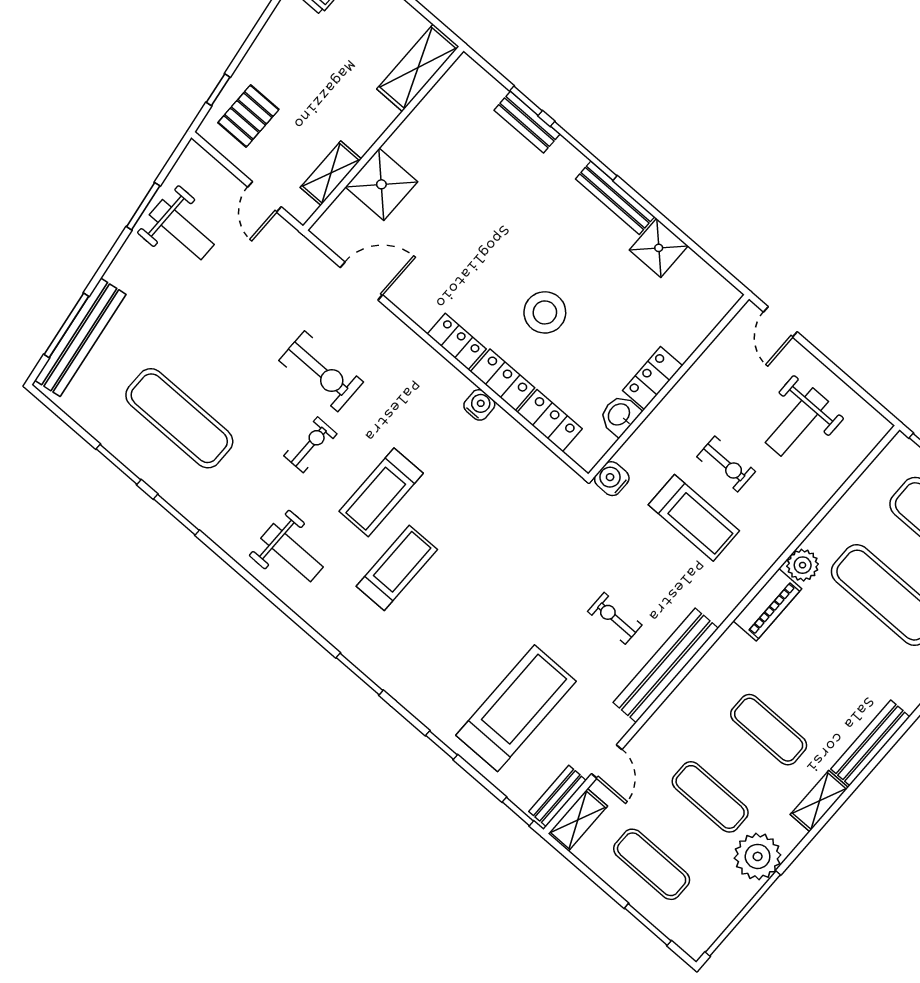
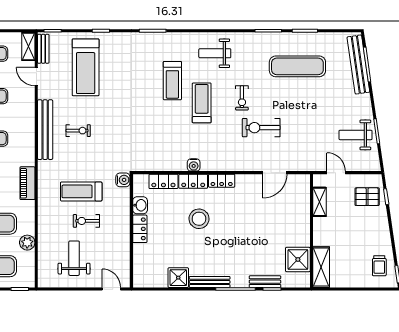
pallet: (248, 116) -> (367, 197), turned 90
shower: (381, 184) -> (298, 259), moved
plant: (803, 565) -> (27, 243), moved

